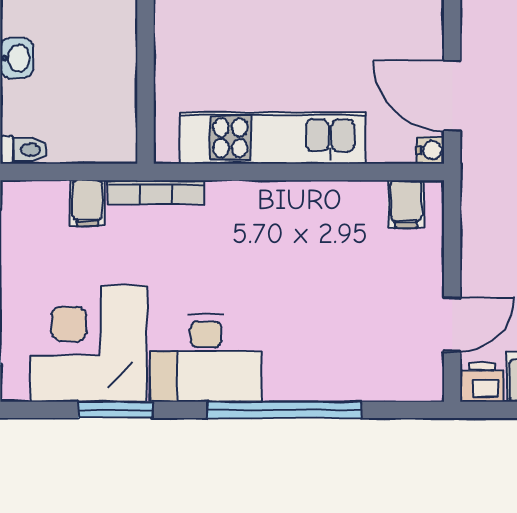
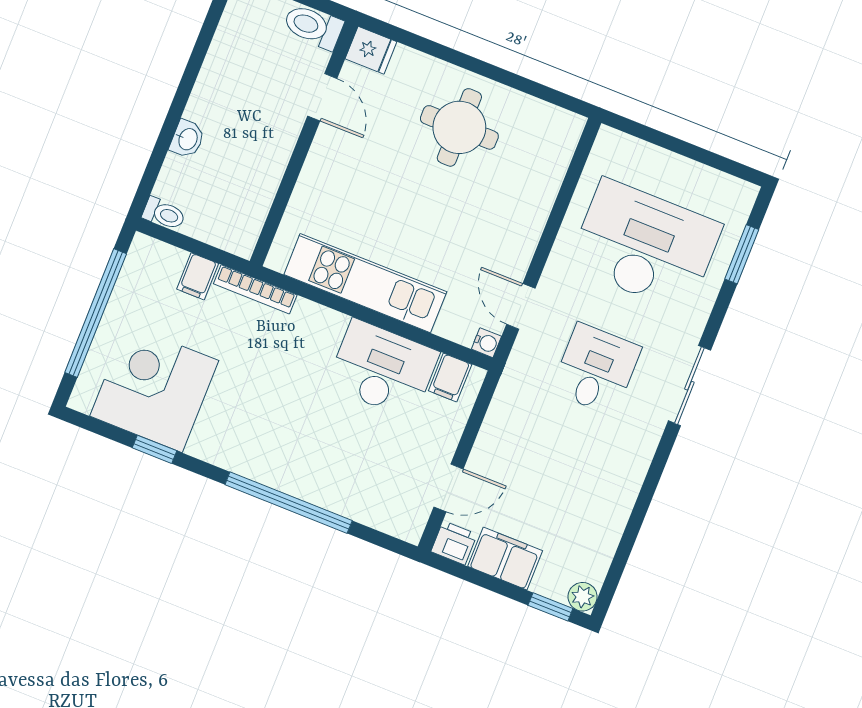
door: (452, 96) -> (521, 306), width x0.73
desk: (206, 358) -> (383, 369), moved, turned 180
window: (115, 410) -> (154, 449), width x0.67

